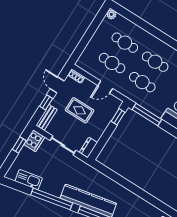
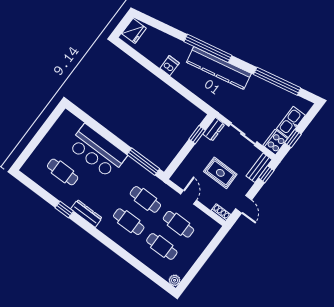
door: (105, 87) -> (189, 197), hinge flipped
window: (46, 102) -> (266, 174), moved
window: (118, 117) -> (197, 135), moved
kitchen sink: (29, 180) -> (291, 122), moved, turned 102
window: (52, 199) -> (277, 81), moved
dishwasher: (131, 199) -> (170, 66), added

